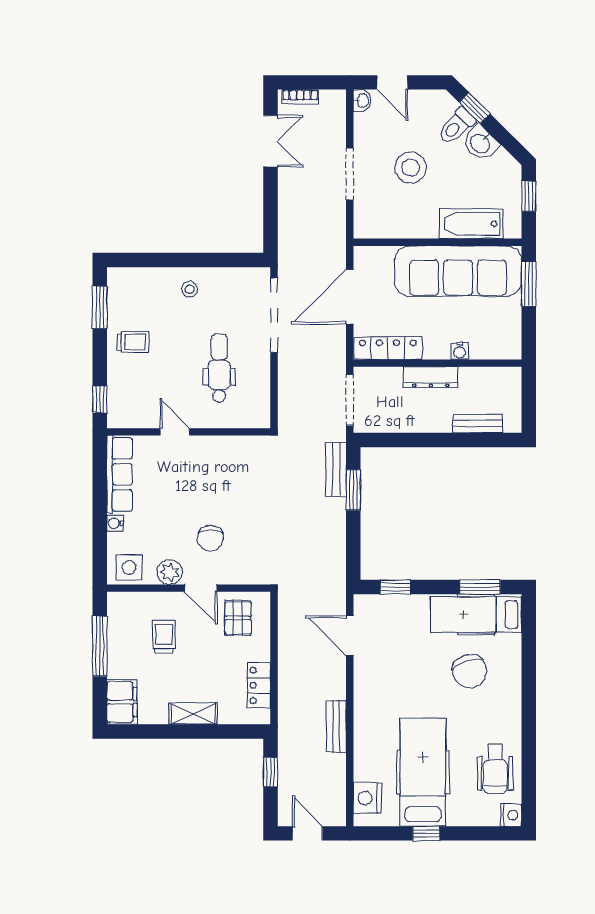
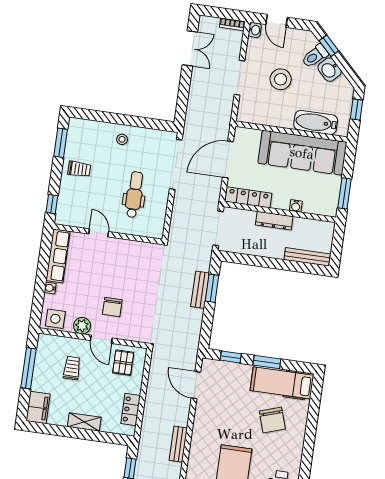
bookcase: (300, 97) -> (232, 24), moved
window: (529, 284) -> (345, 193), moved
bench: (478, 424) -> (307, 257), width x1.36
bench: (336, 469) -> (200, 290), moved
window: (480, 587) -> (267, 362), moved

